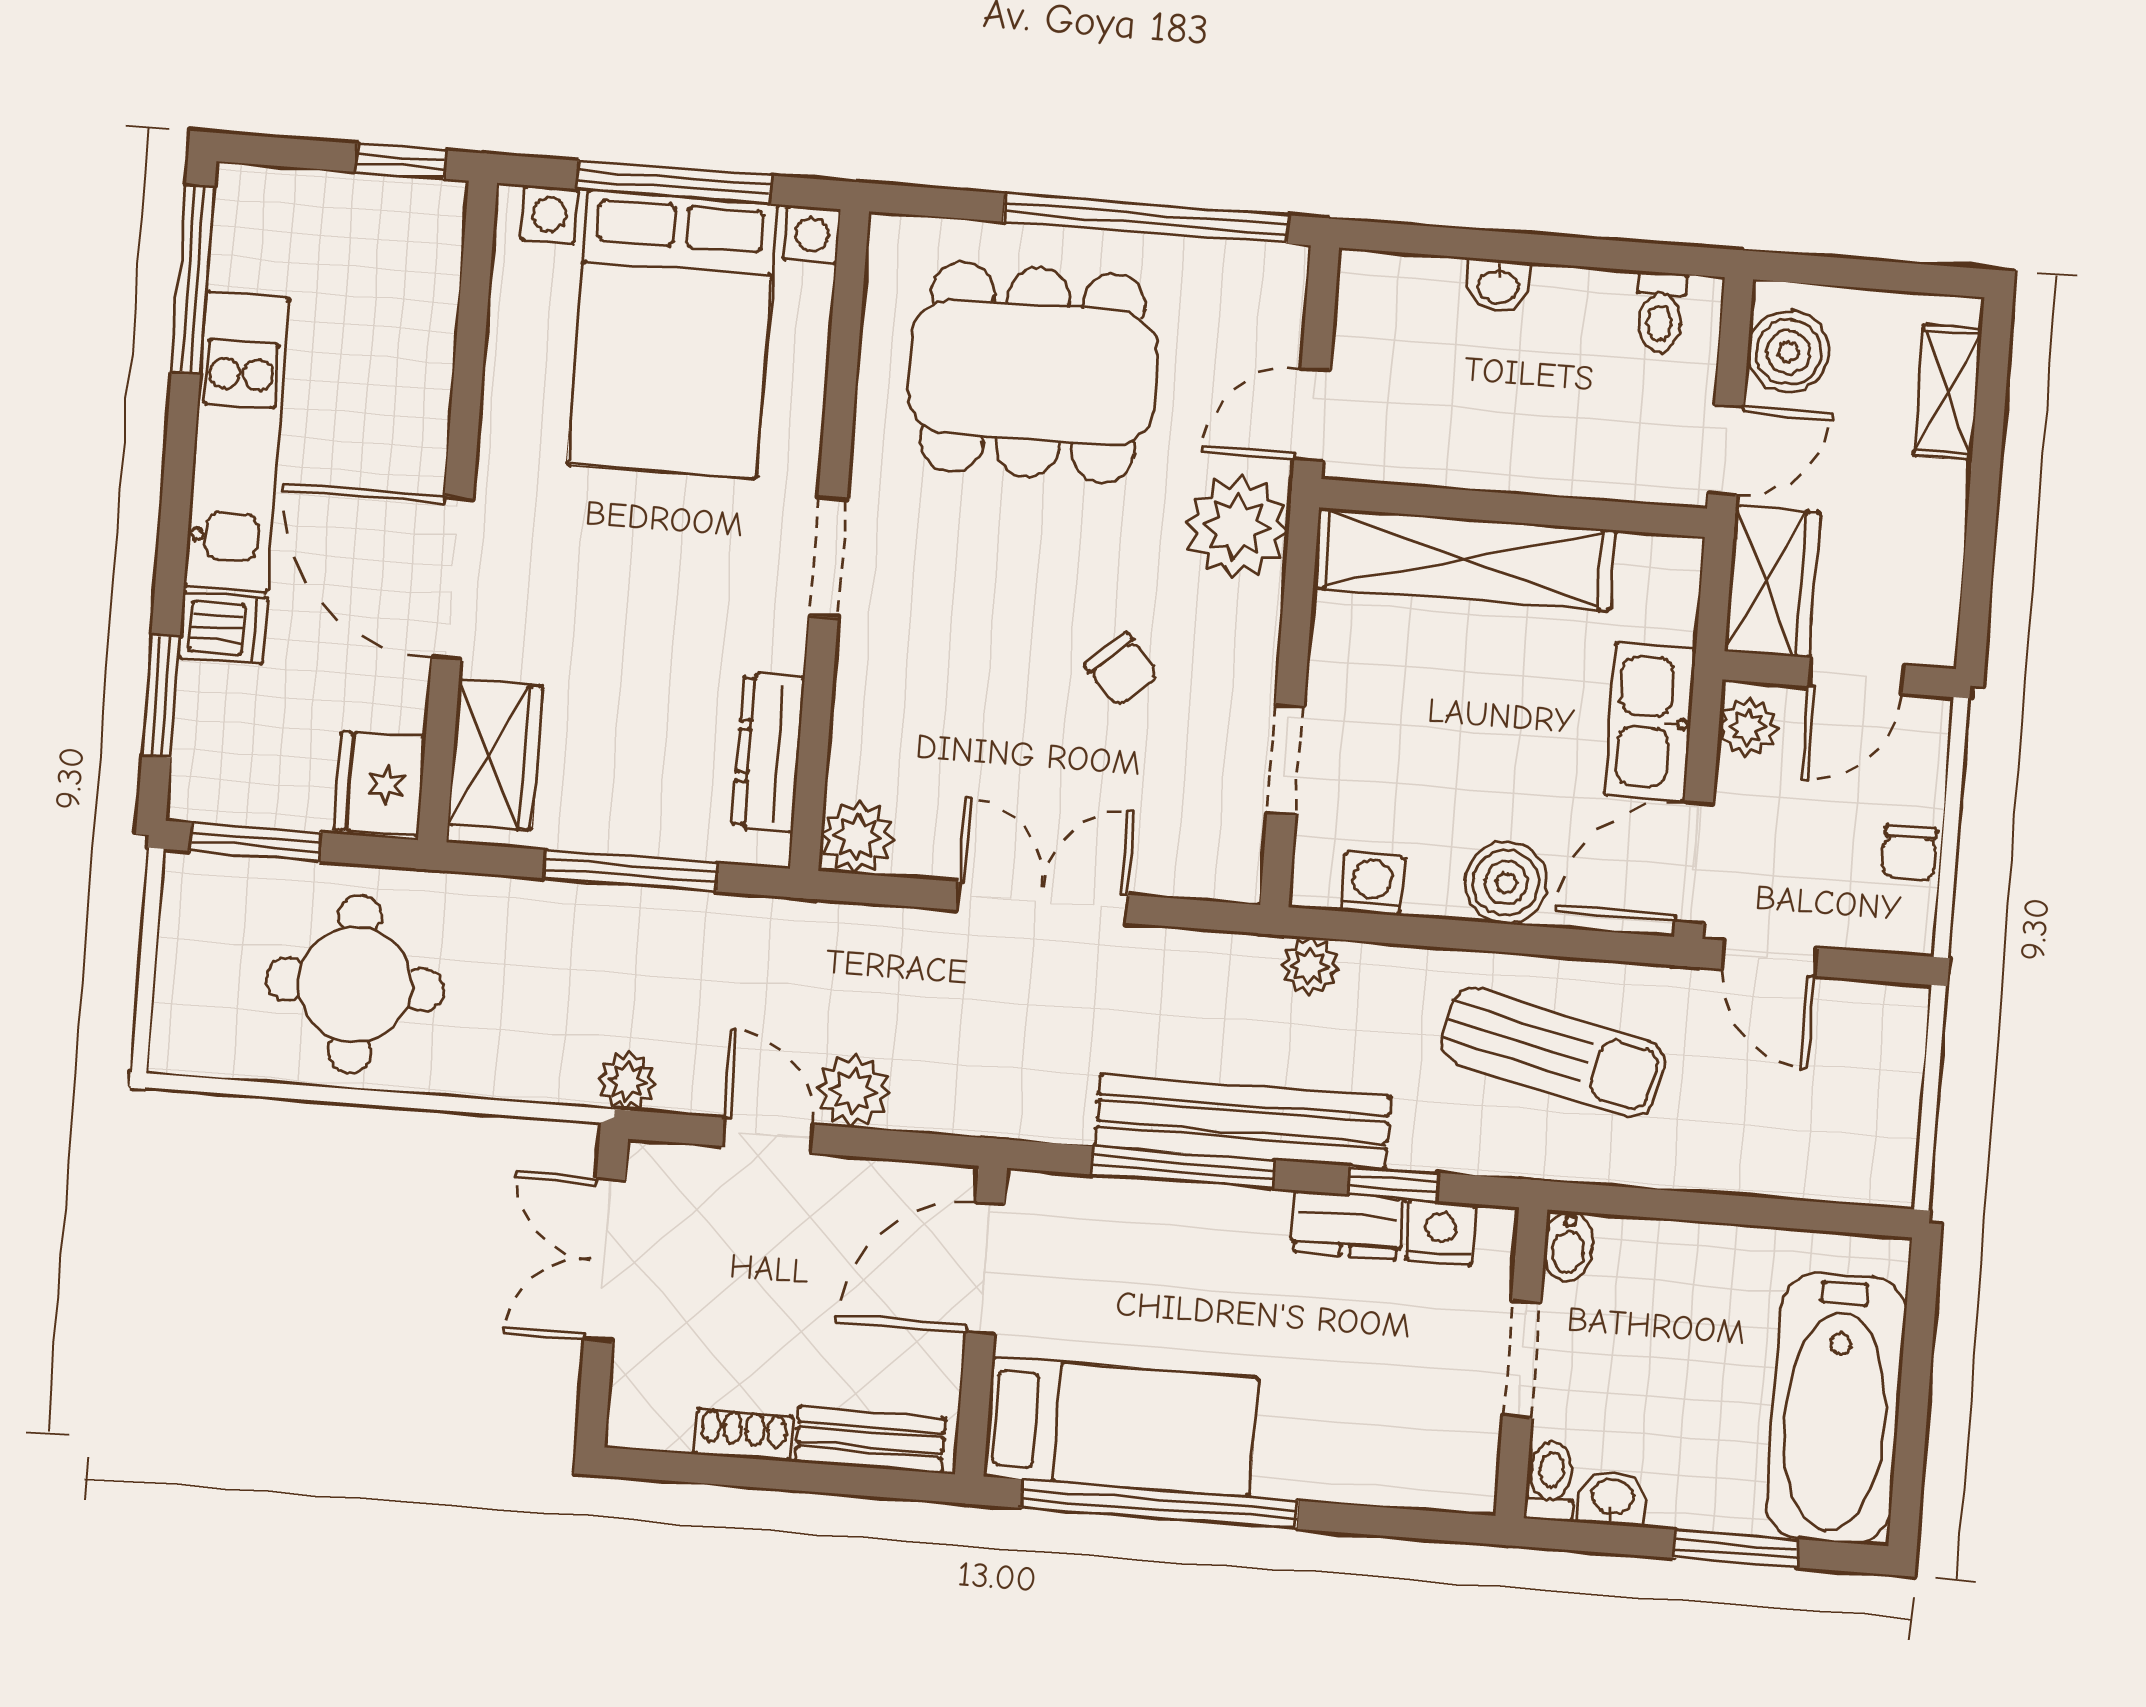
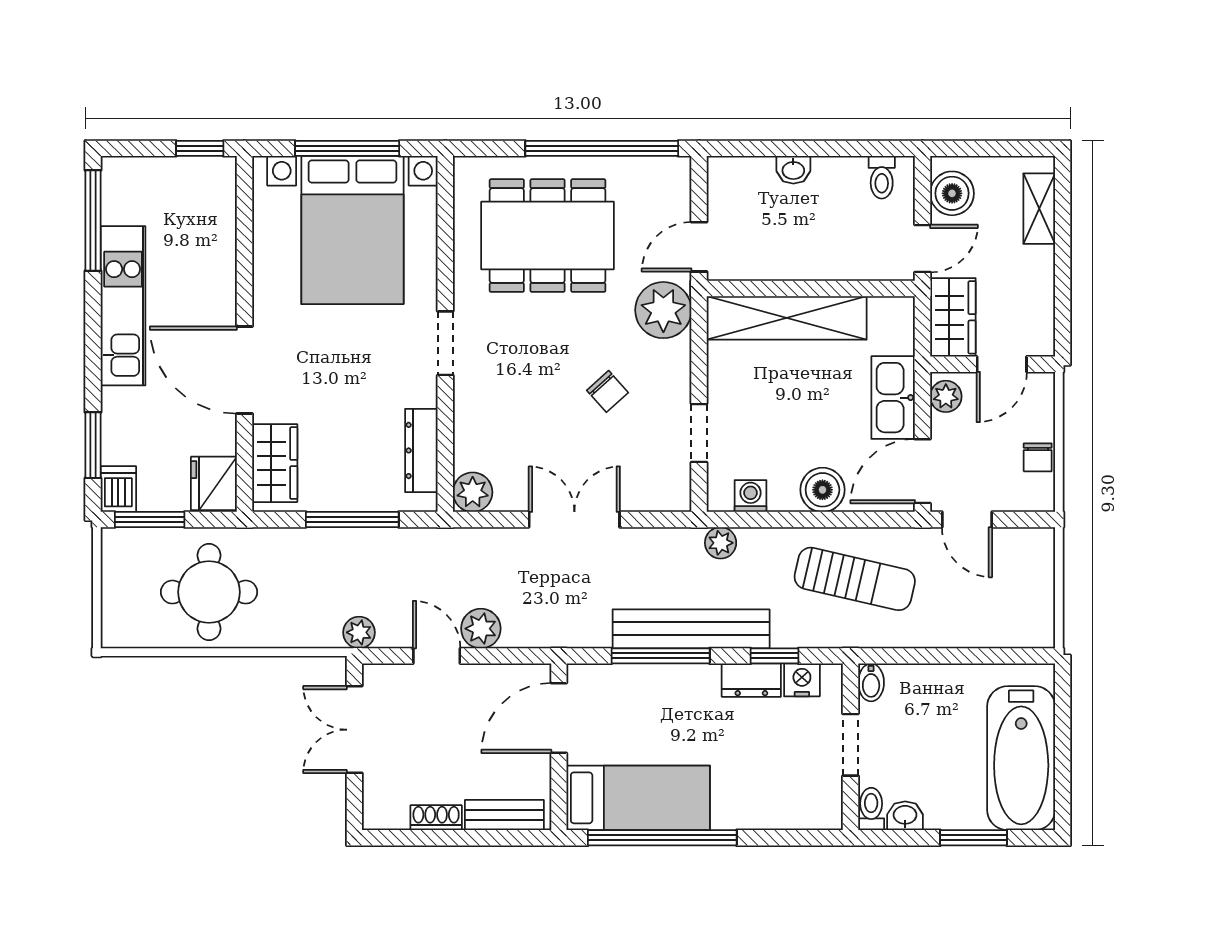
dishwasher: (223, 628) -> (118, 489), moved, turned -90

